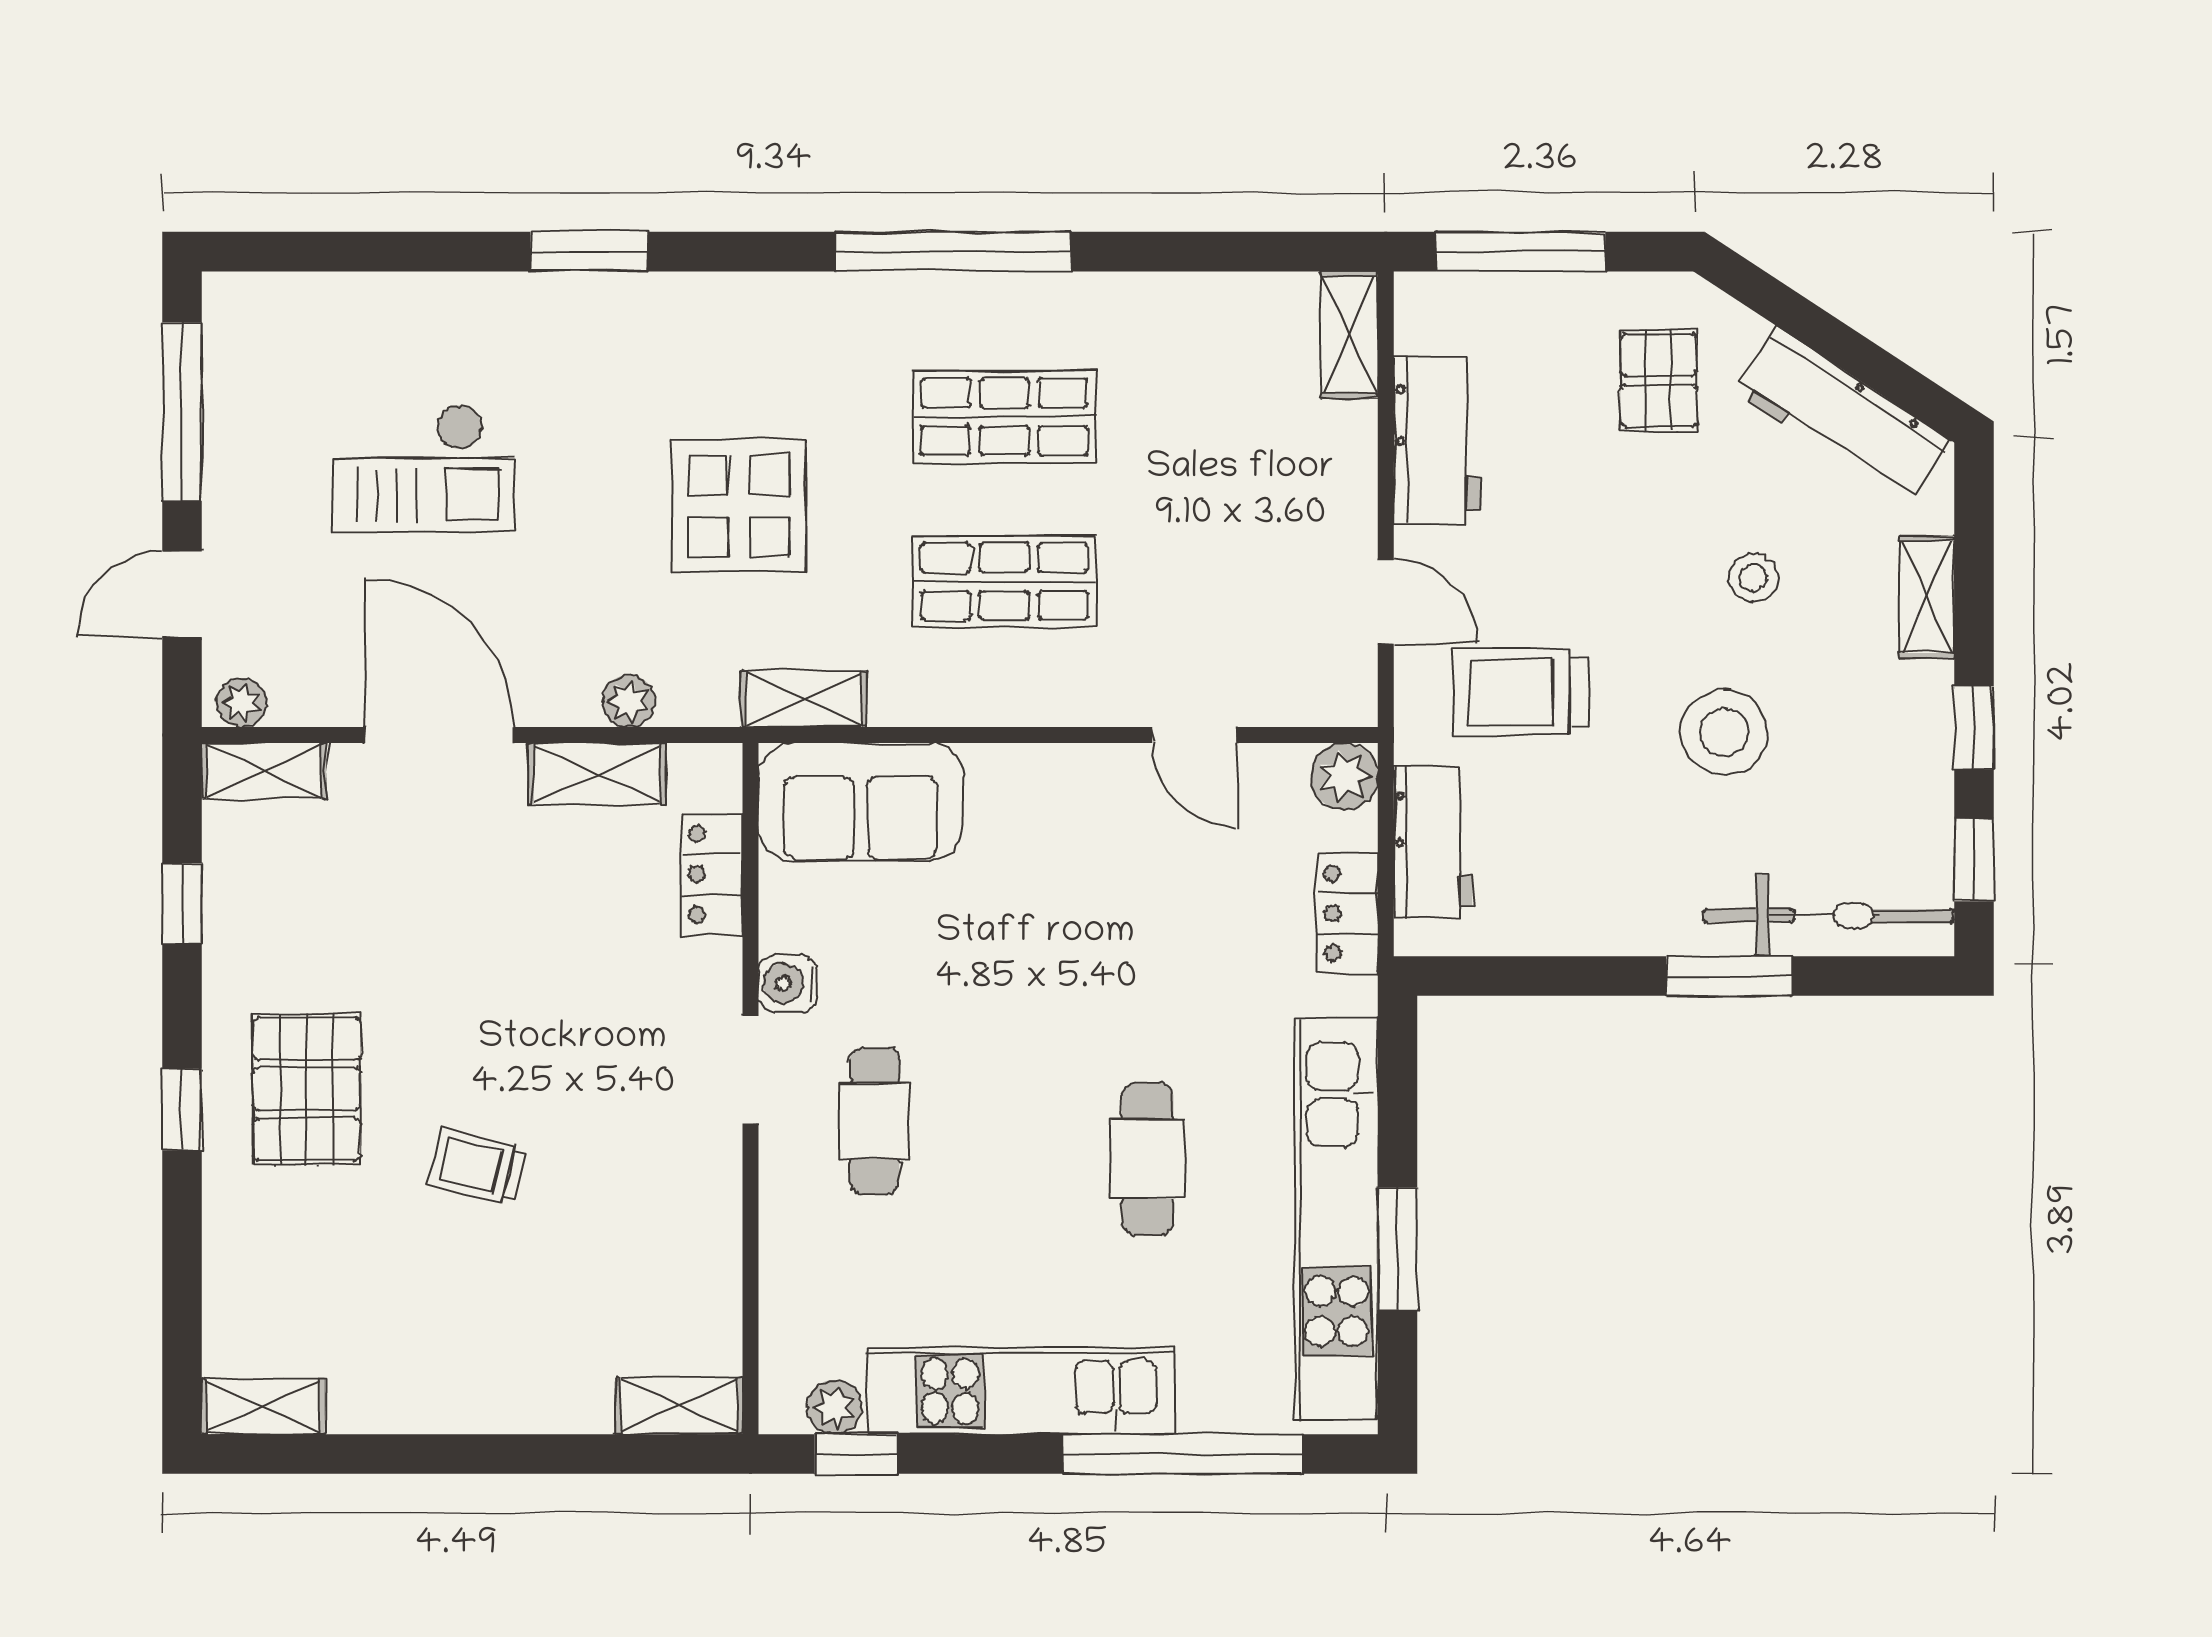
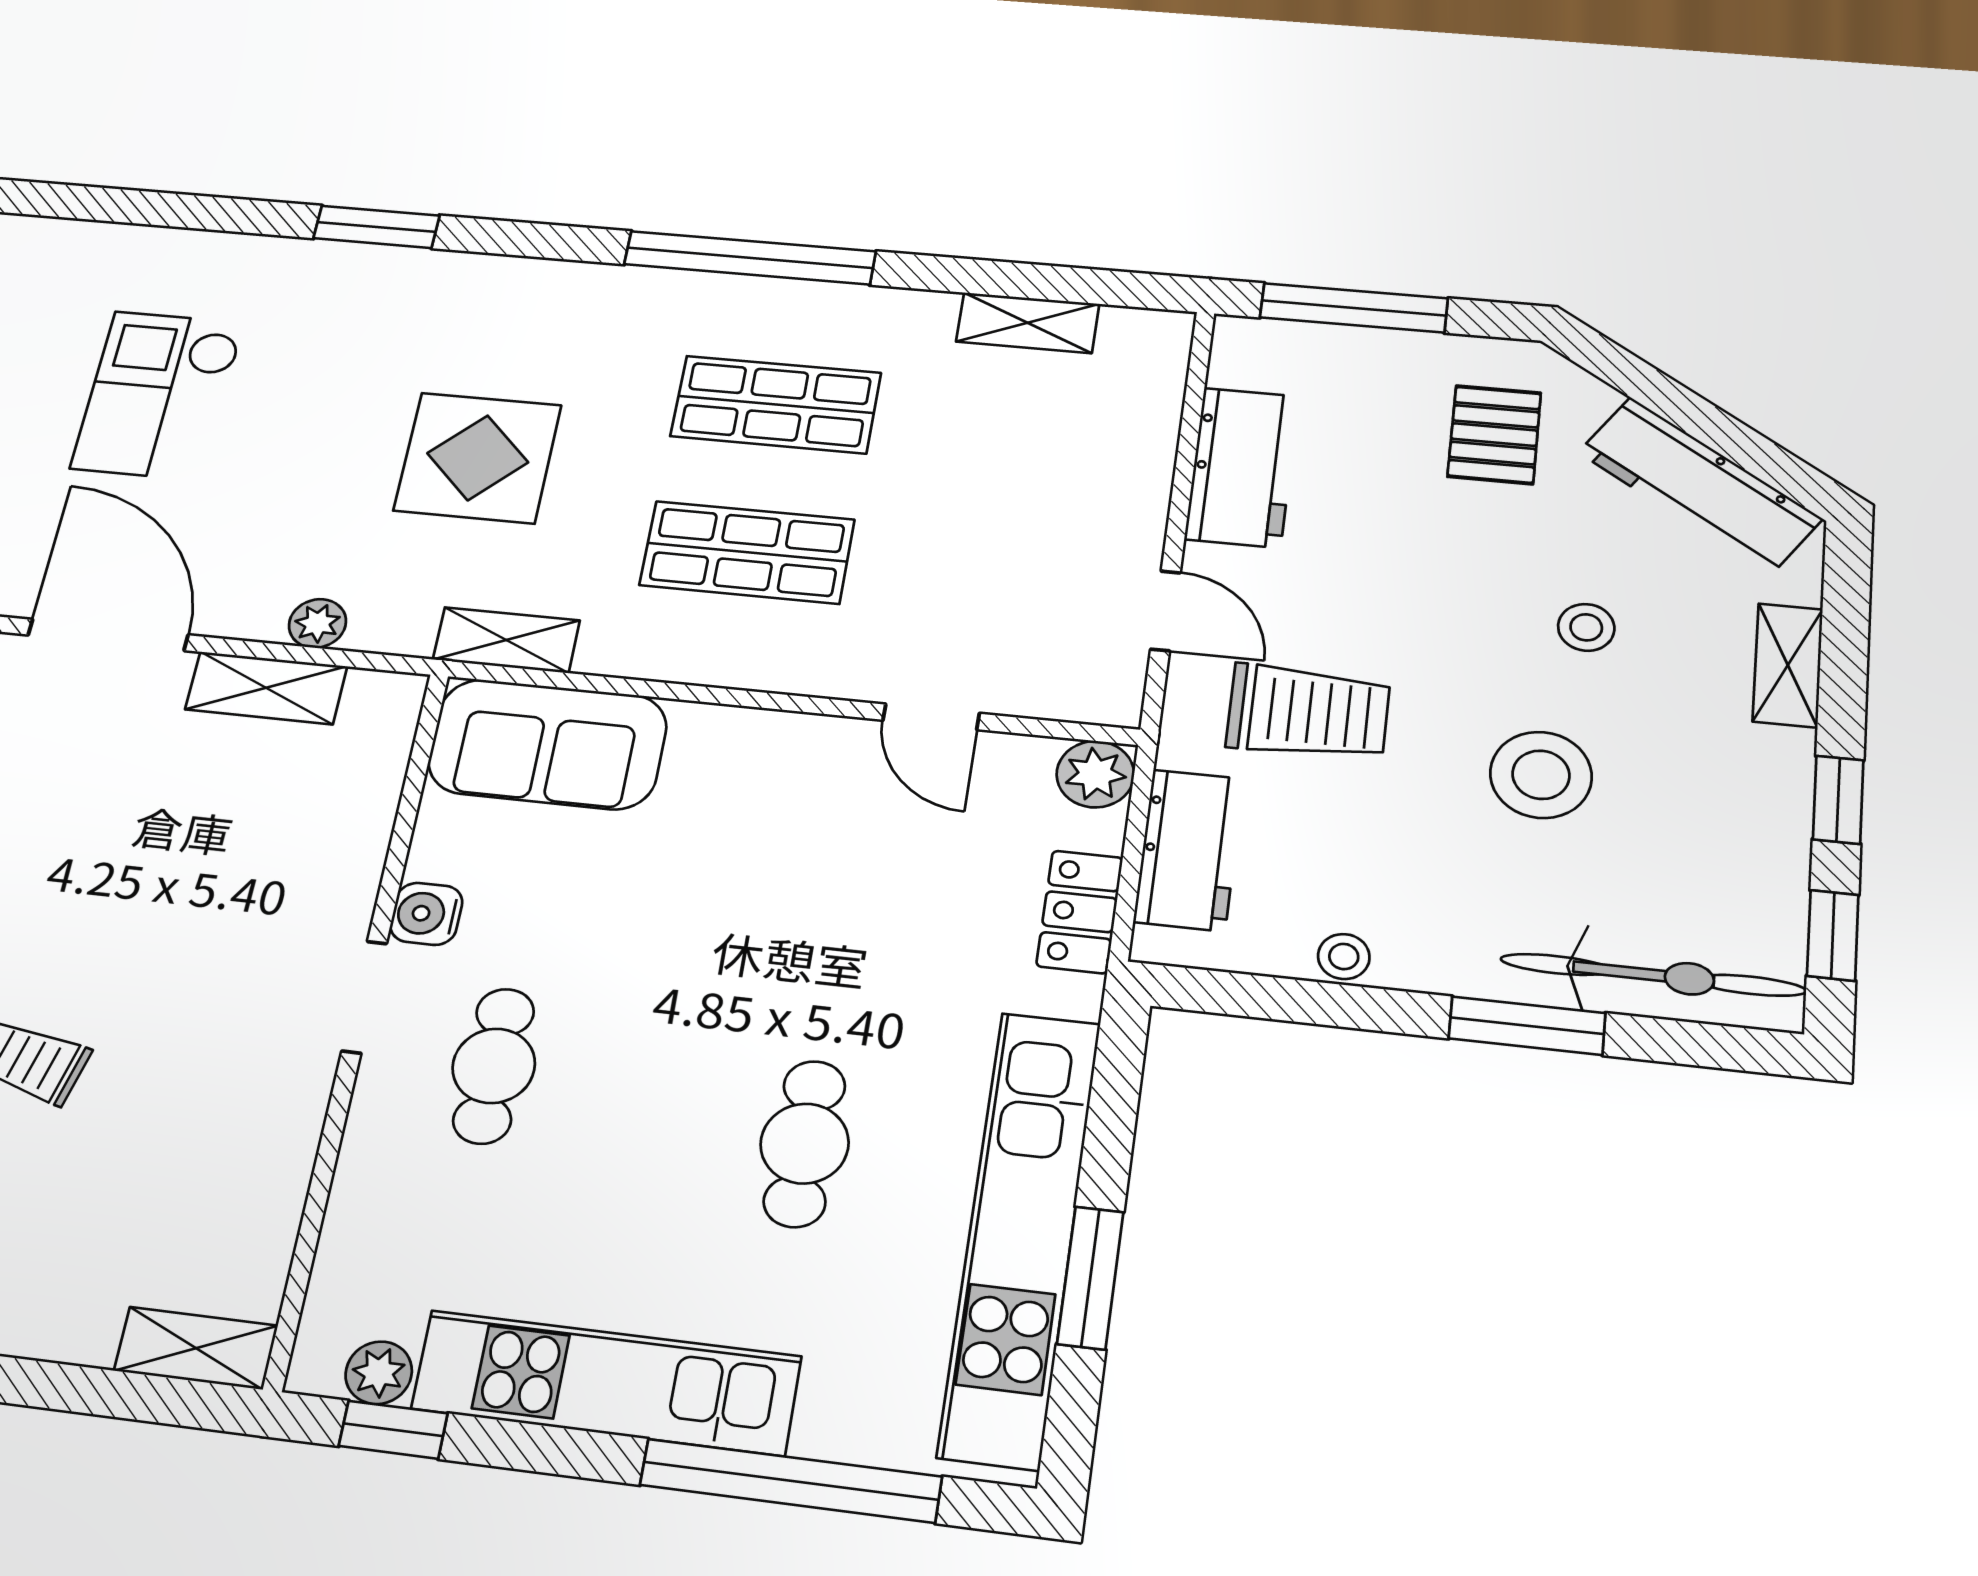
shelving: (1349, 335) -> (1028, 323), moved, turned 90
checkout: (423, 468) -> (158, 395), turned 90
trolley: (1521, 692) -> (1308, 712), turned 180
locker: (712, 874) -> (368, 797), removed
stool: (1573, 929) -> (1344, 957), added

